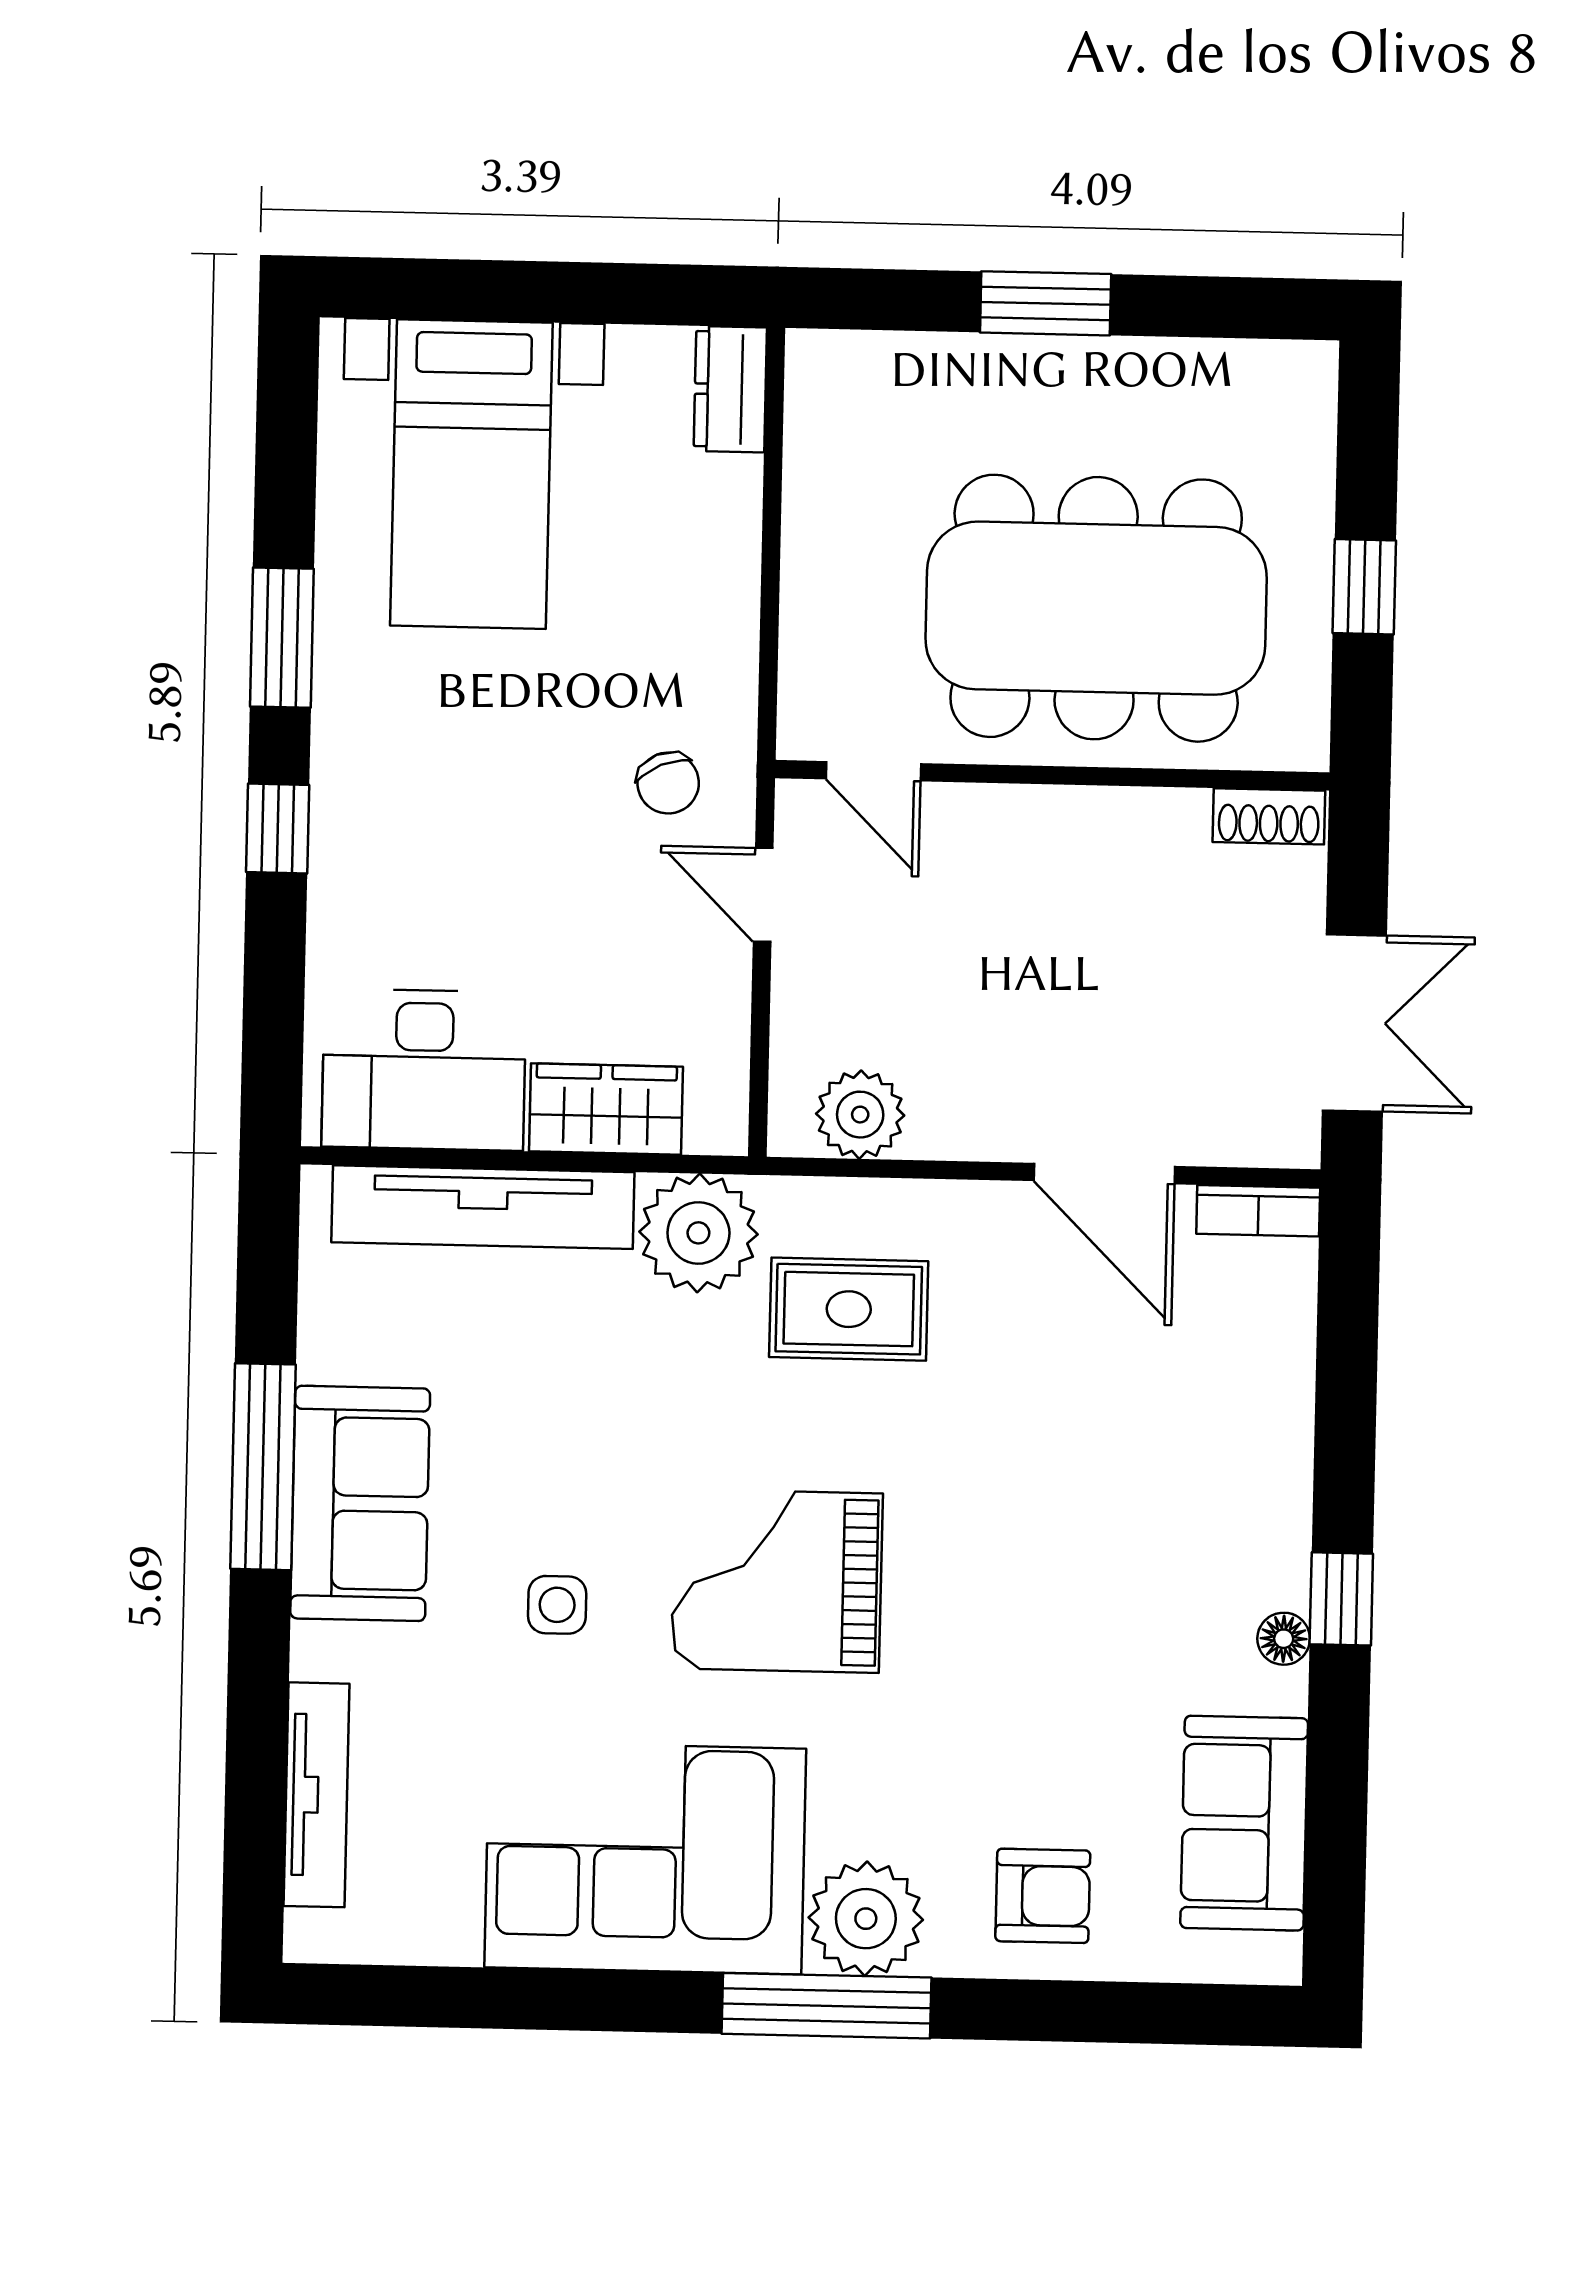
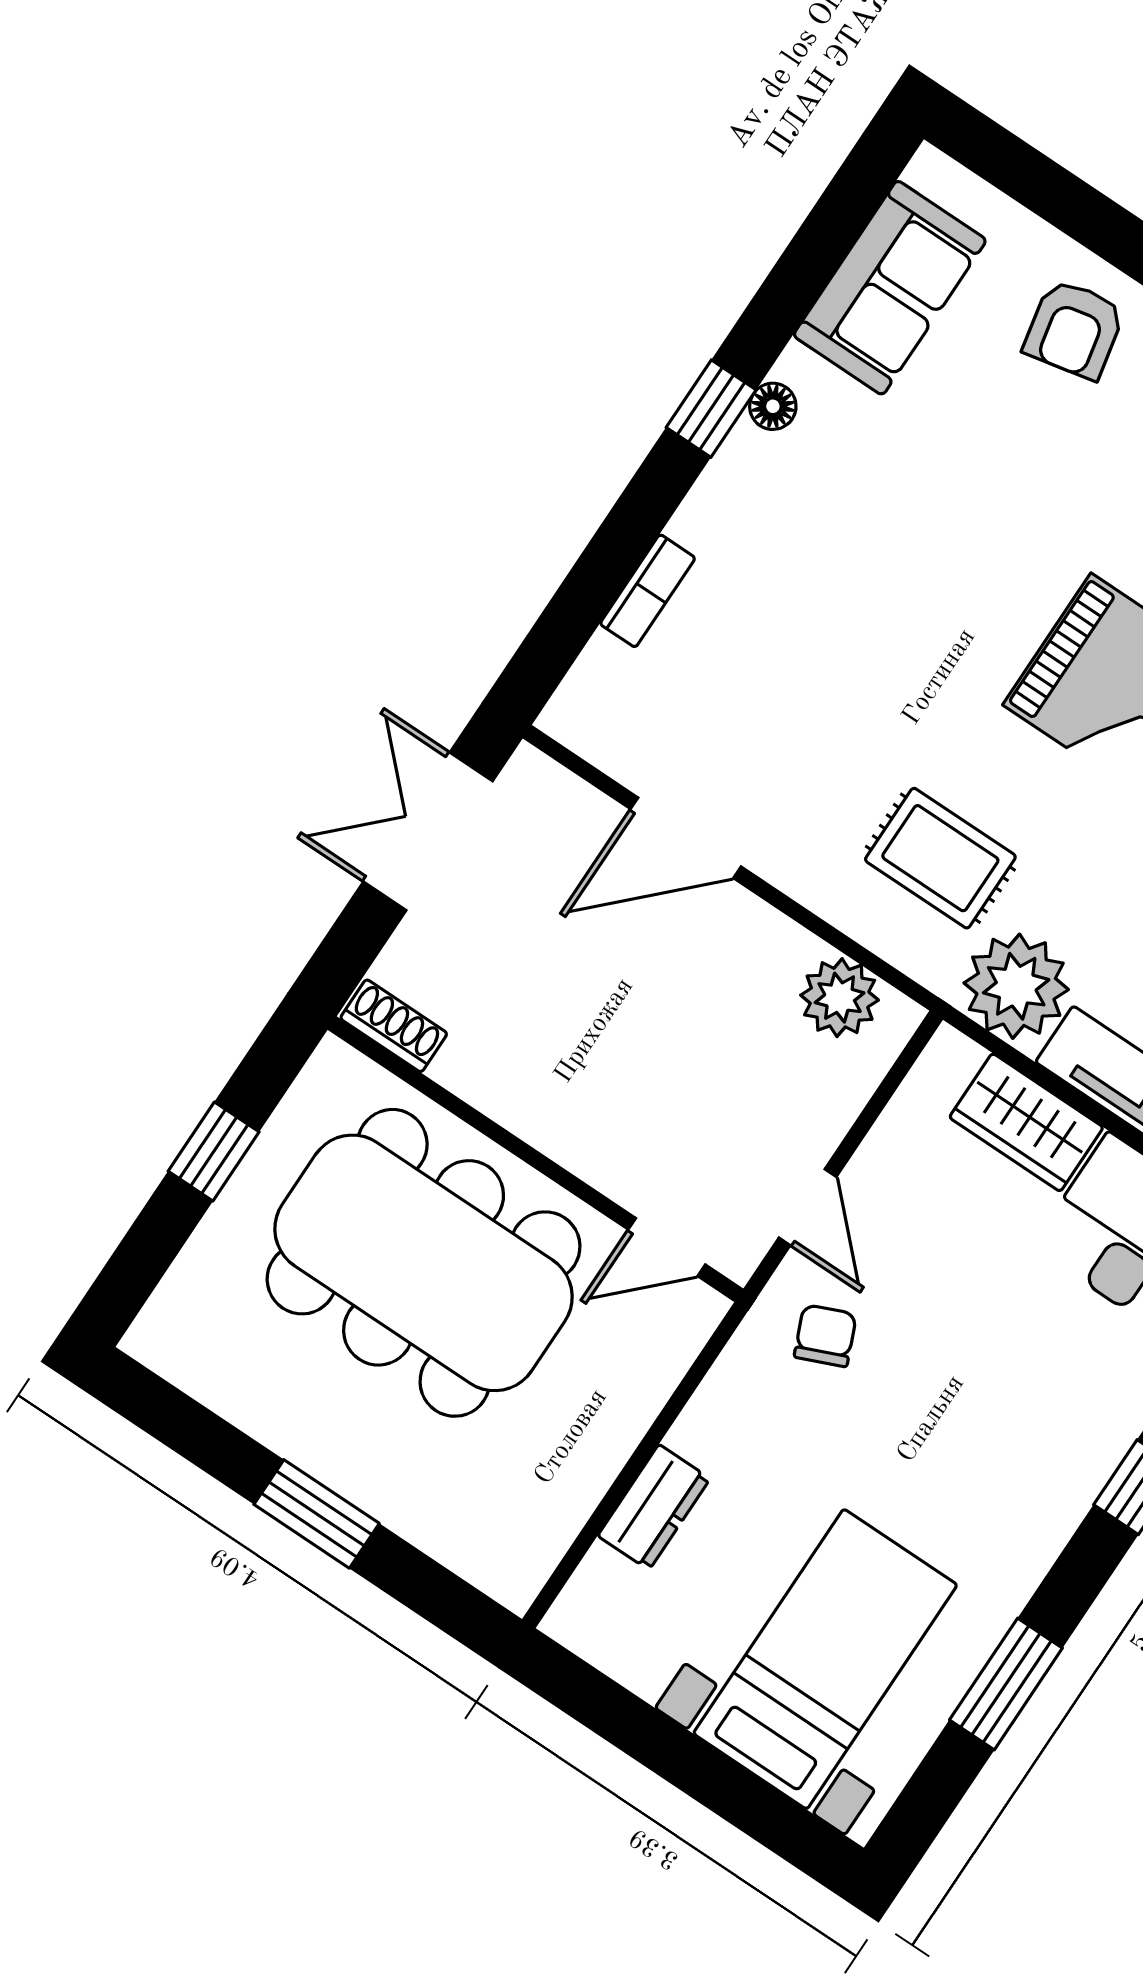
dresser: (730, 389) -> (654, 1507), moved
window: (282, 638) -> (1006, 1684), moved
door: (873, 771) -> (667, 1247), swing flipped
door: (1104, 1174) -> (686, 838), swing flipped
bookcase: (1258, 1211) -> (648, 591), moved, turned 90
armchair: (1043, 1896) -> (1074, 329), turned -102

